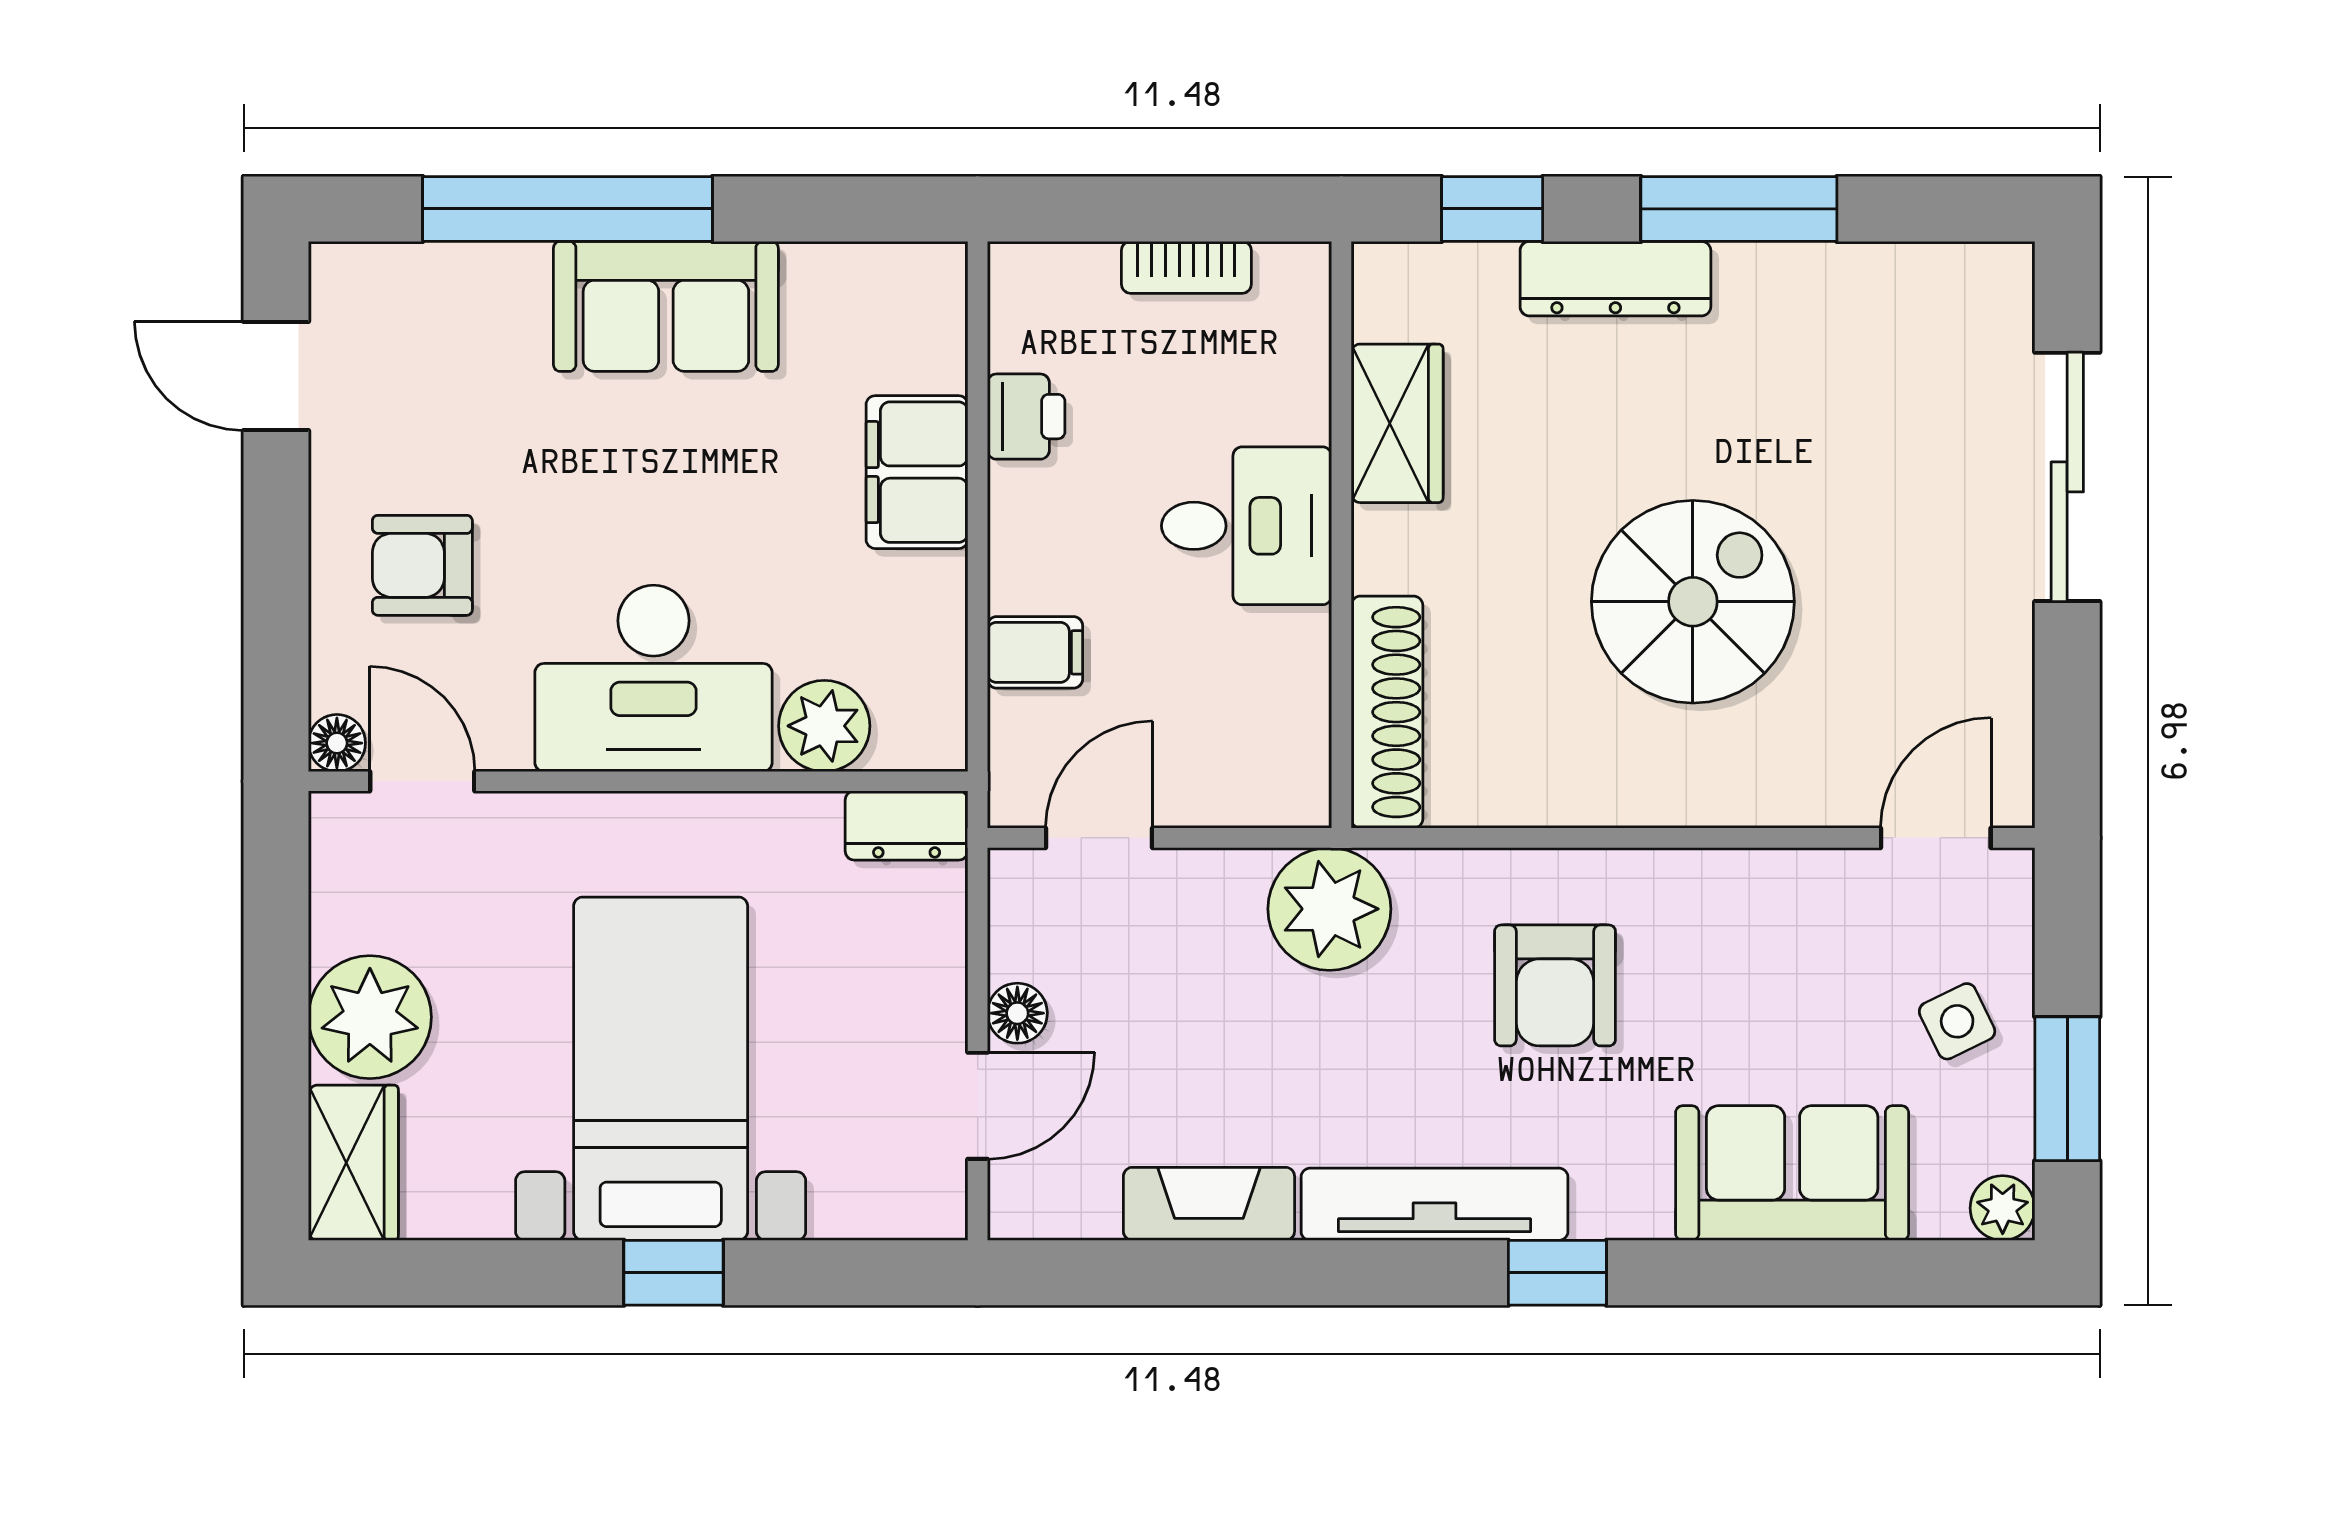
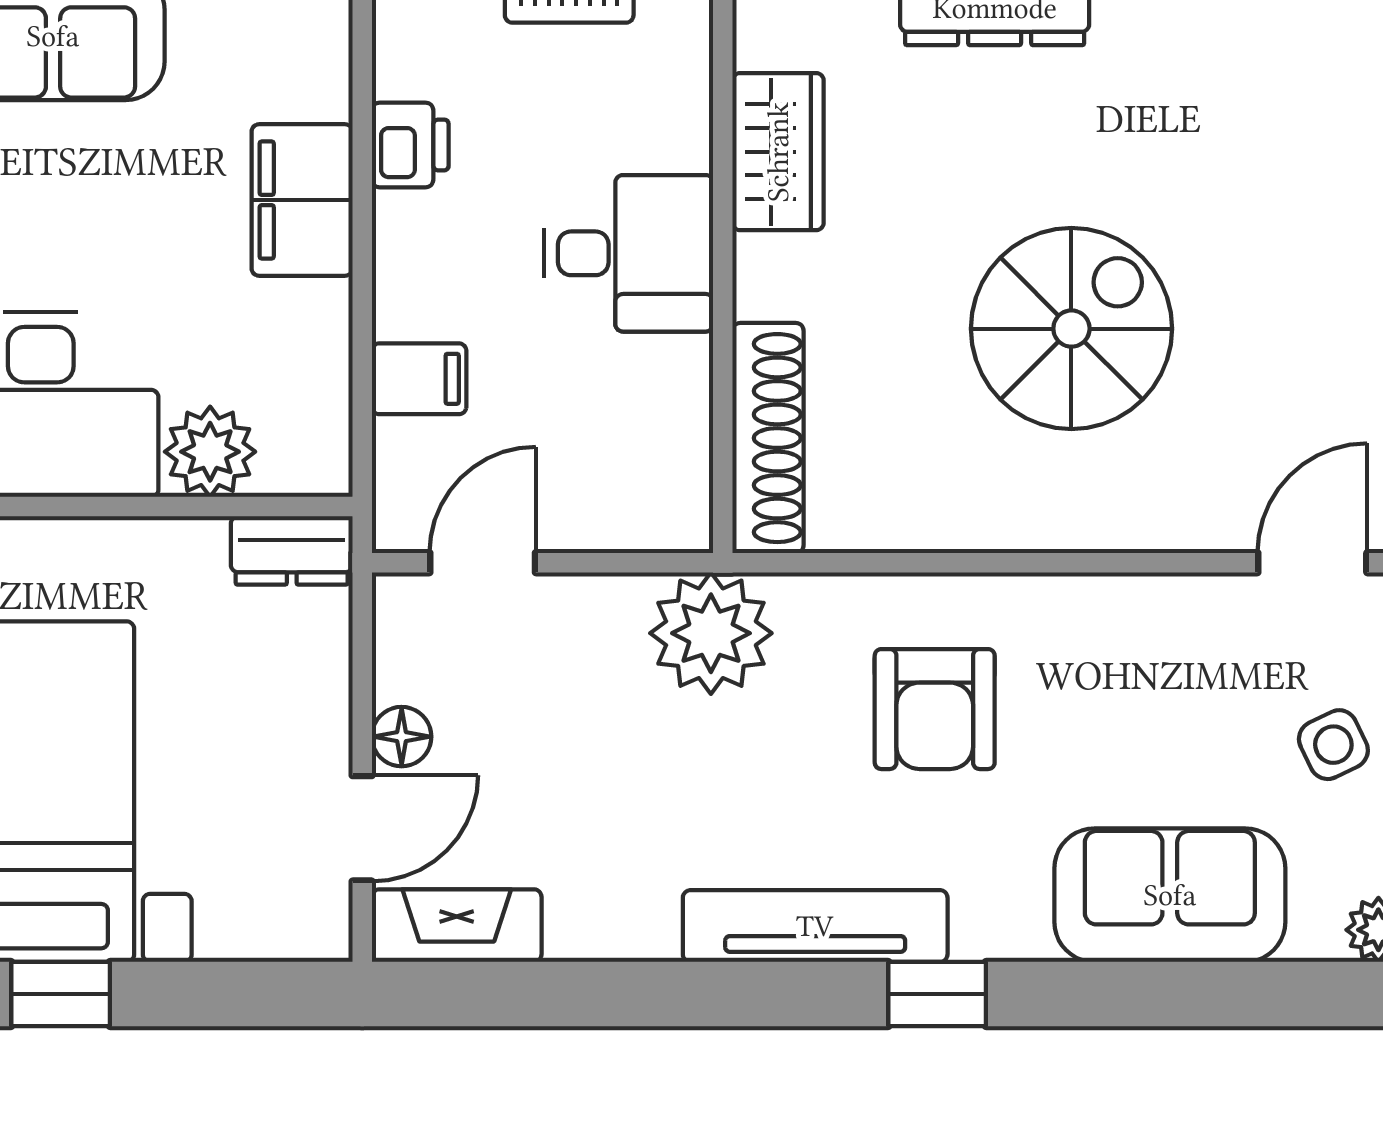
fireplace: (1209, 1204) -> (457, 926), moved

